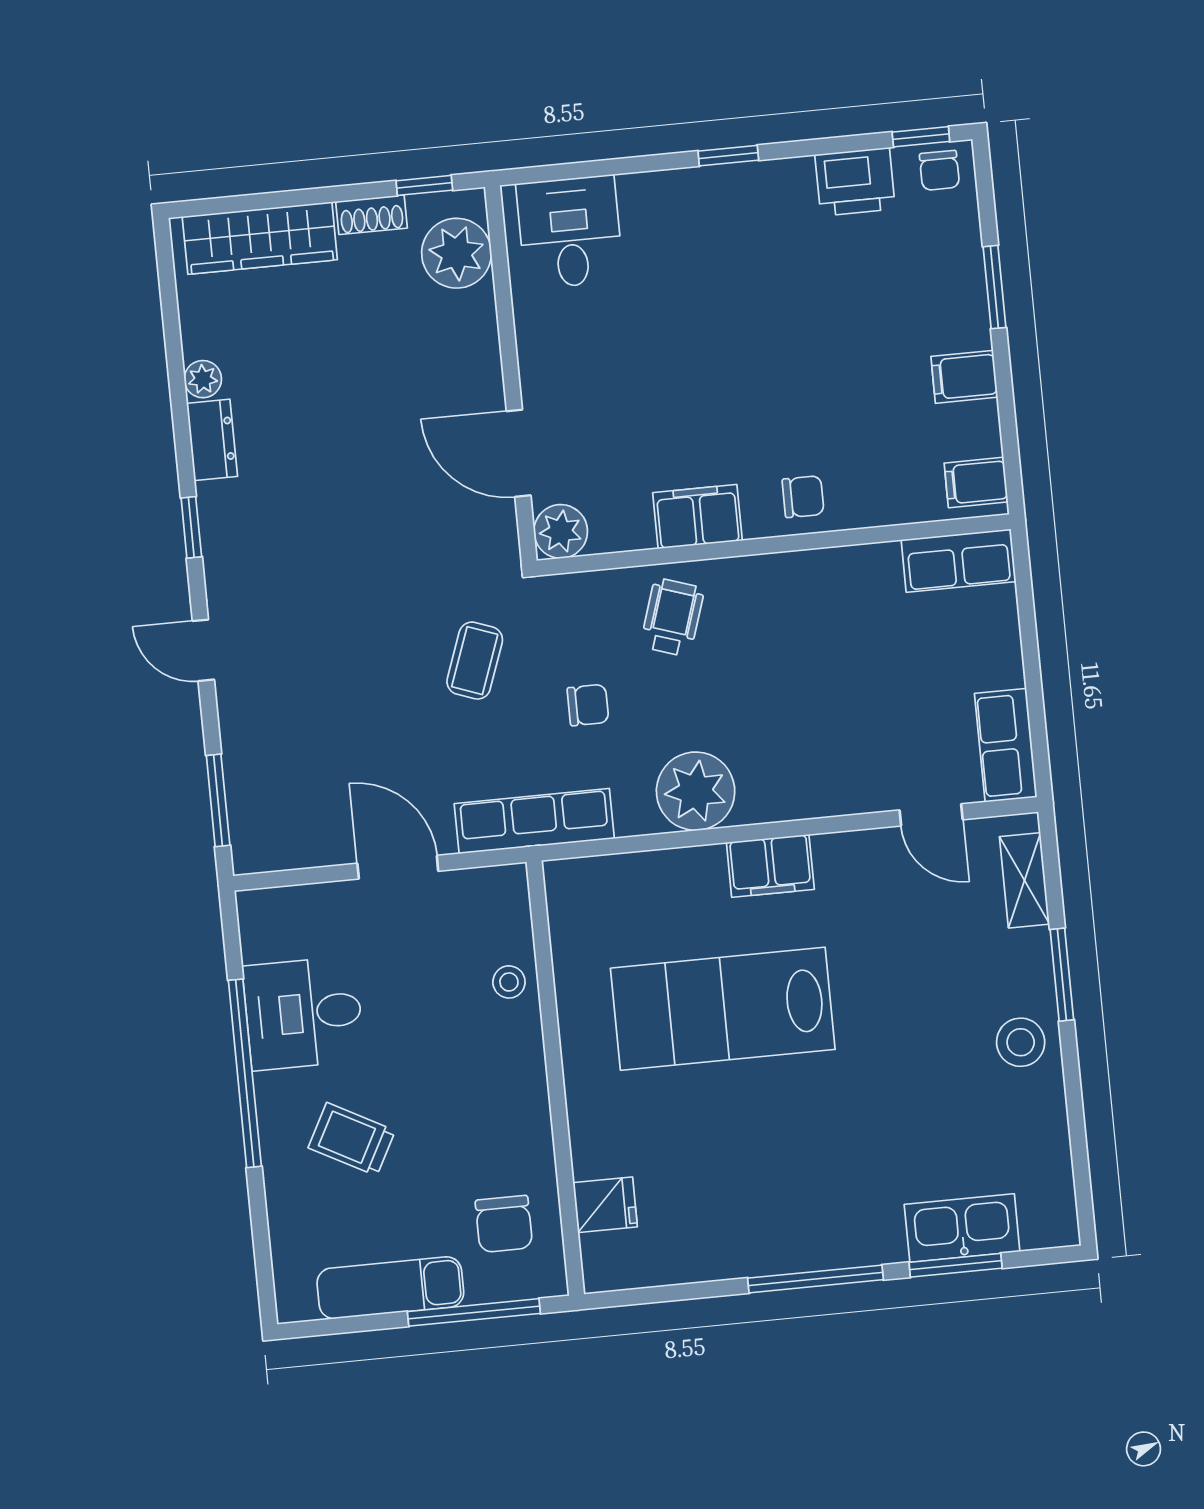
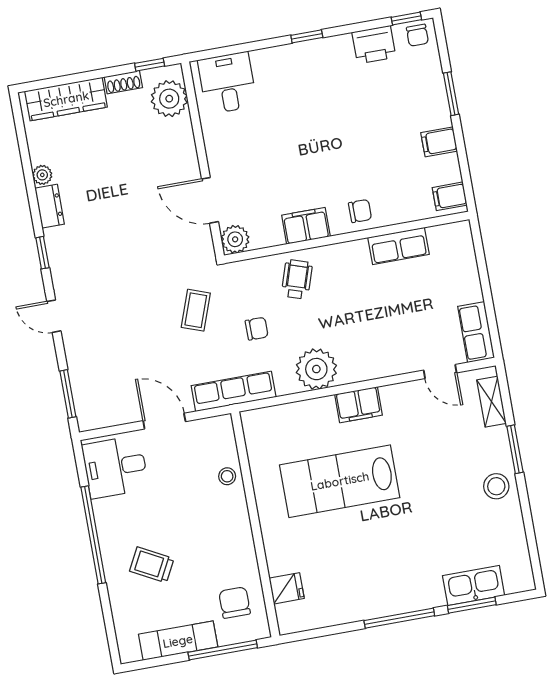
row of seats: (959, 561) -> (399, 246), moved
desk: (304, 1013) -> (115, 467), moved
chair: (504, 1224) -> (235, 603), turned 180

